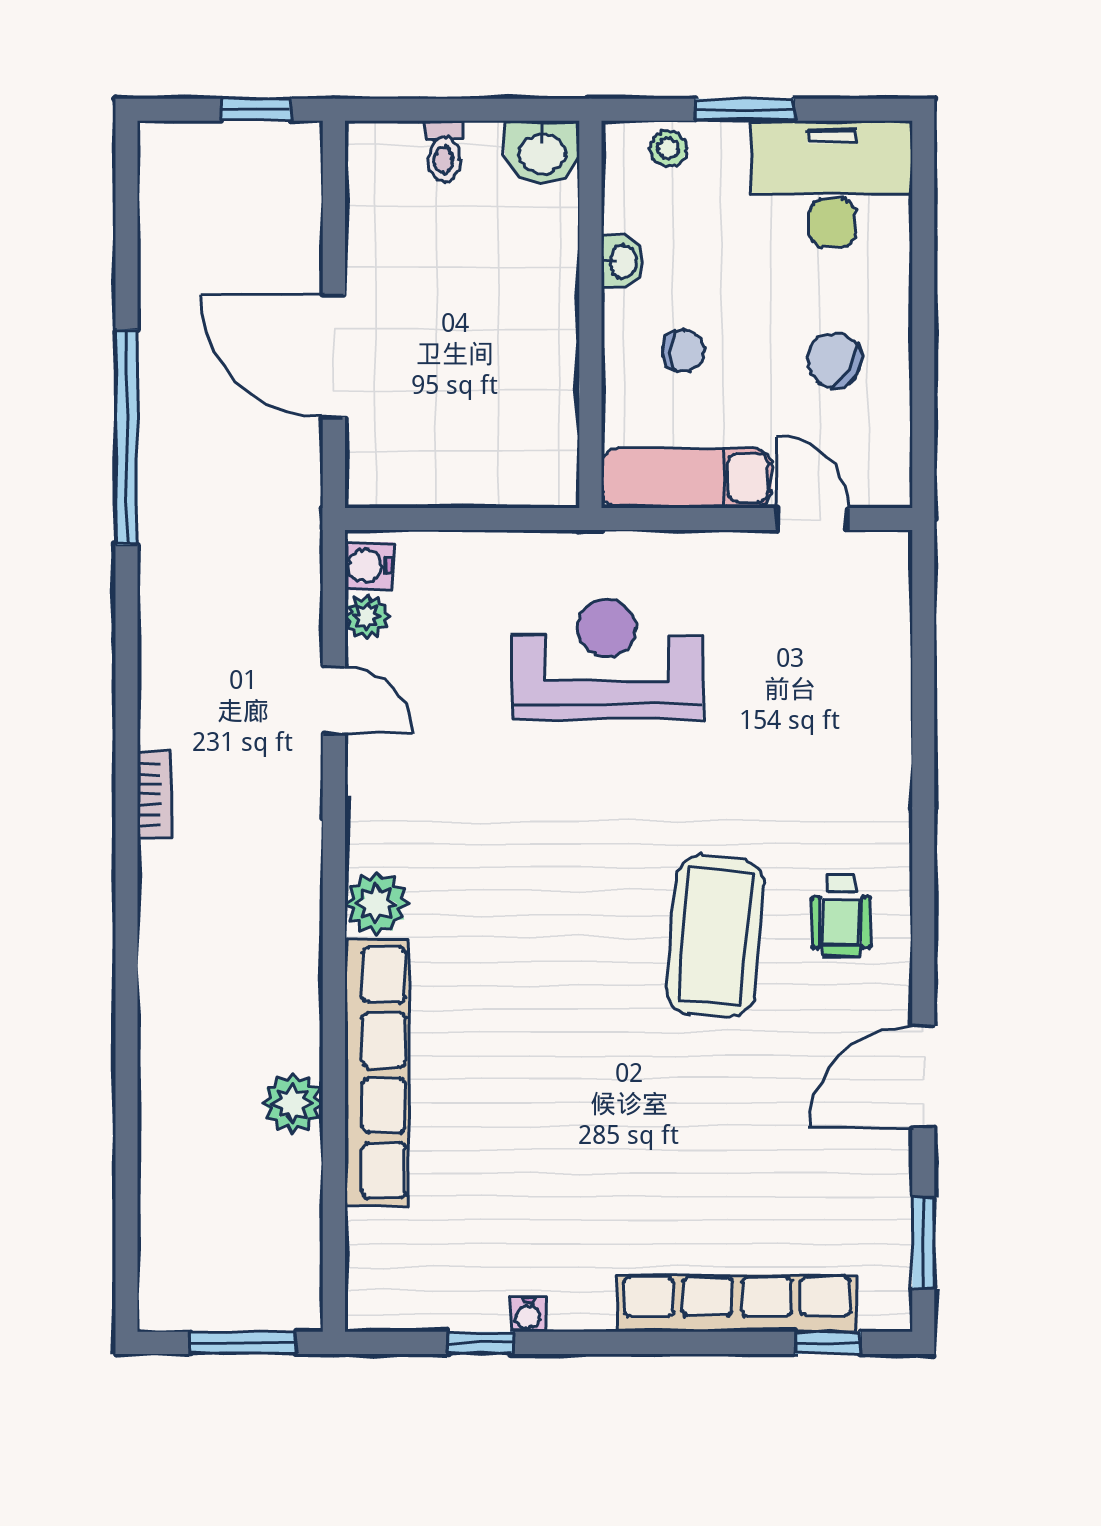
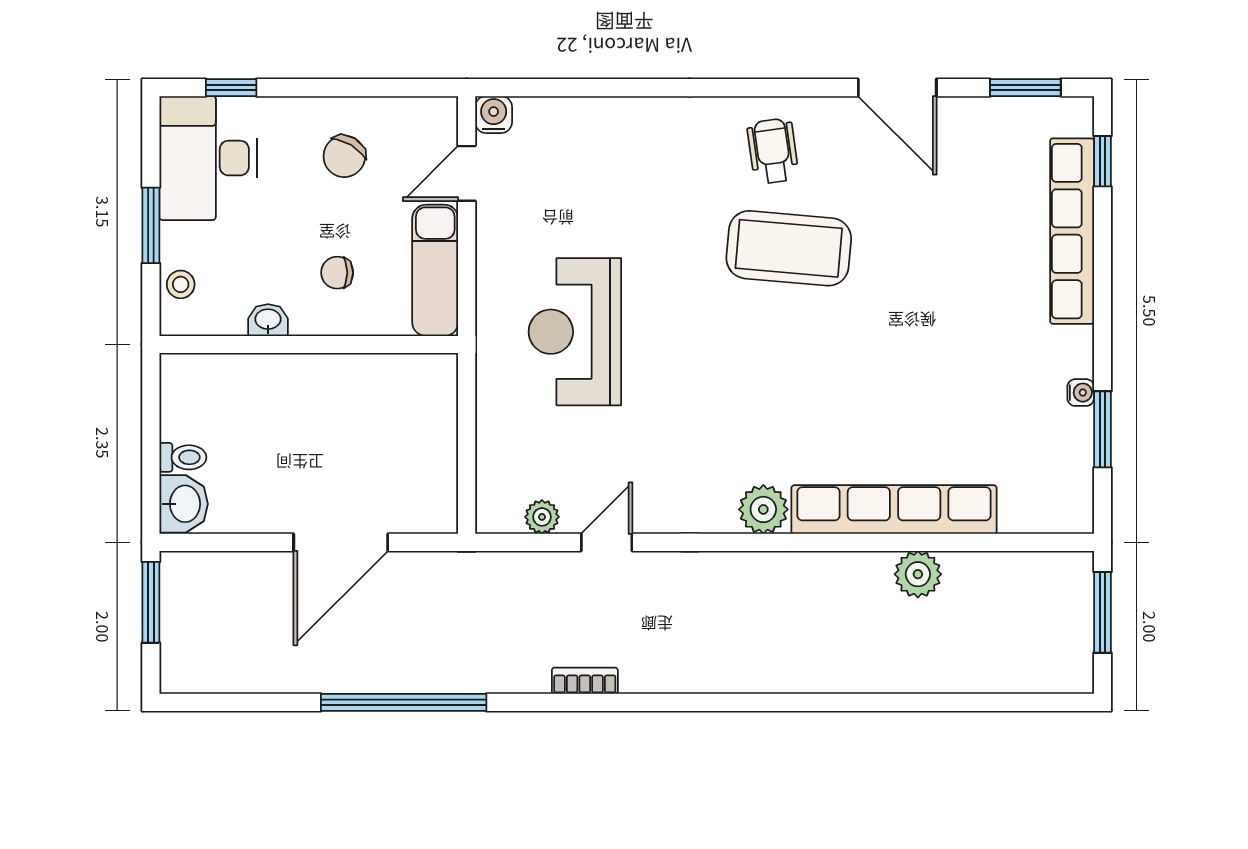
window: (256, 110) -> (151, 602), width x1.50
washbasin: (542, 152) -> (184, 504), moved
window: (923, 214) -> (231, 88), added
chair: (683, 351) -> (337, 273), turned -90
water cooler: (369, 566) -> (494, 115), moved, turned 180
bookcase: (155, 795) -> (585, 681), moved
wheelchair: (841, 916) -> (773, 151), turned -98
window: (480, 1343) -> (1102, 429), width x1.50

